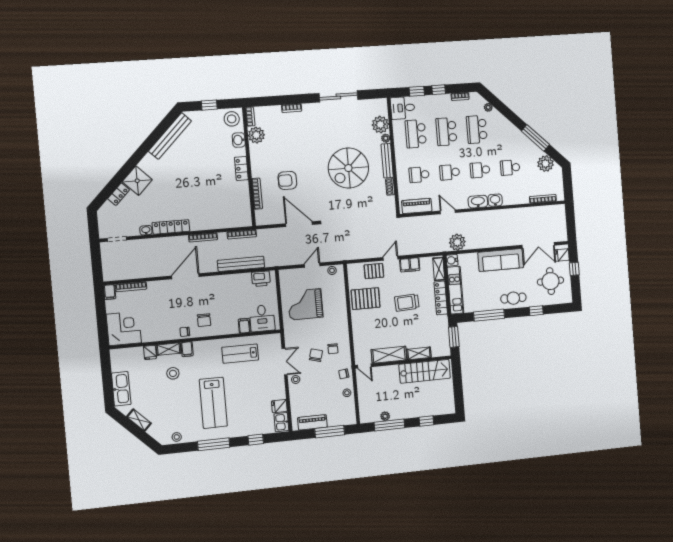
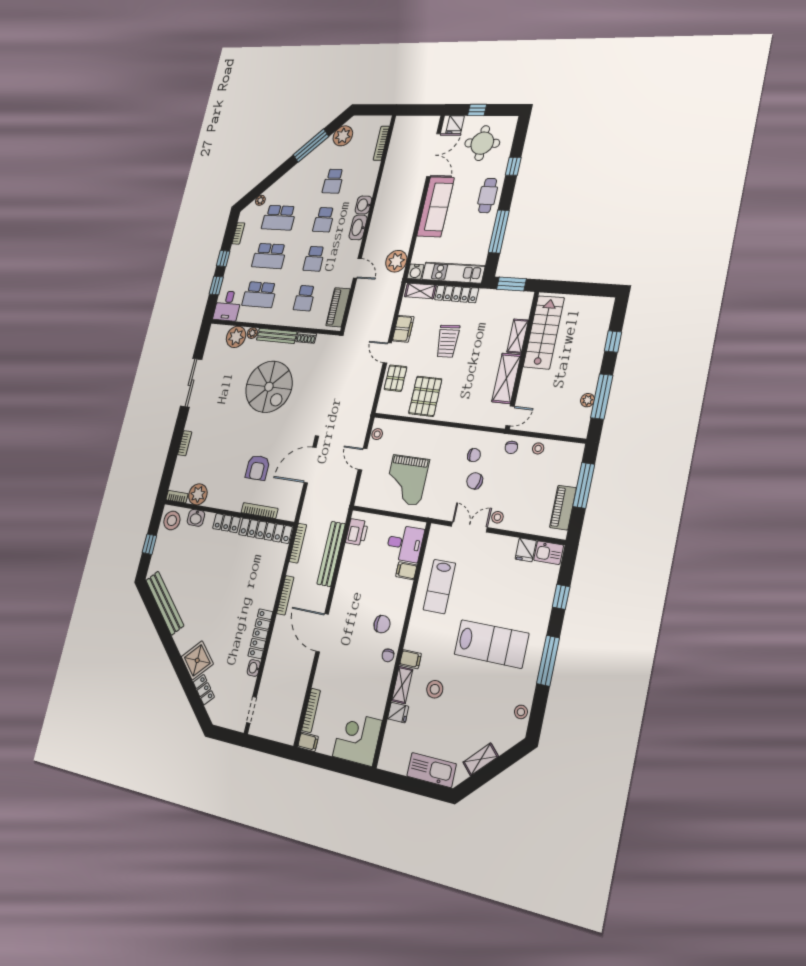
locker: (244, 204) -> (265, 531), added
door: (448, 212) -> (357, 268), swing flipped

